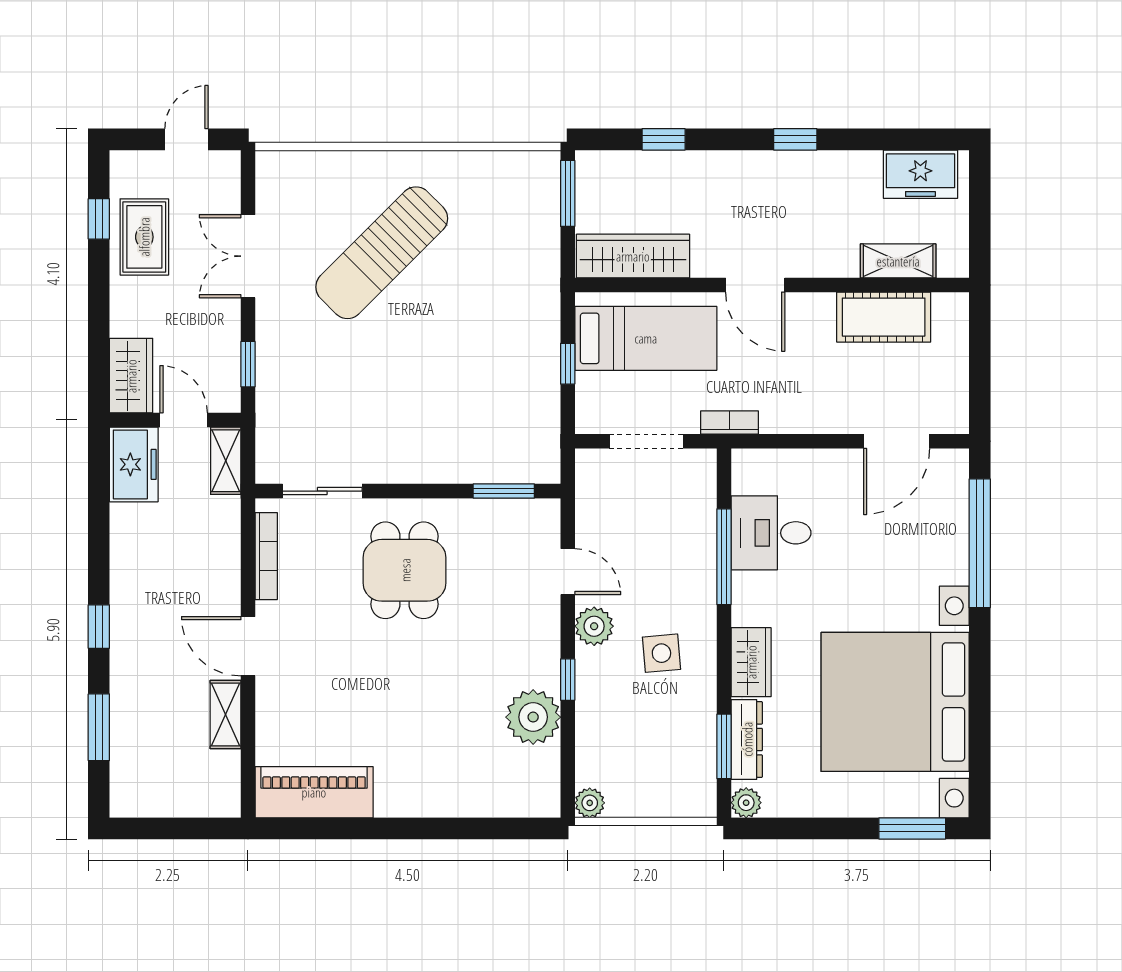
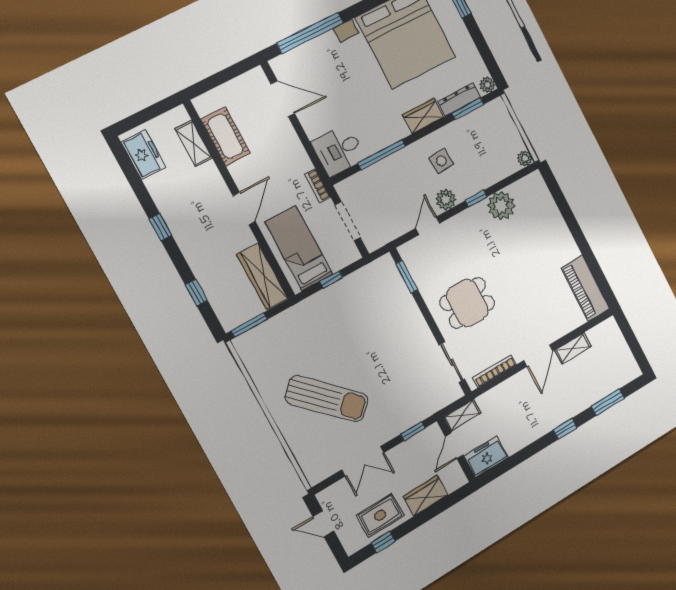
wardrobe: (131, 376) -> (425, 496), moved
desk: (771, 533) -> (339, 150), moved, turned 90

